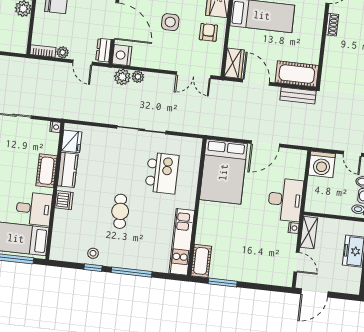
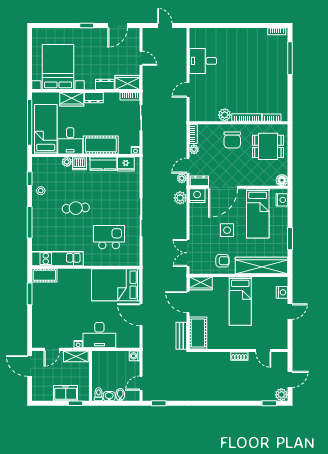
plant: (138, 77) -> (182, 178), moved
door: (256, 82) -> (188, 302), swing flipped
washing machine: (322, 164) -> (135, 356), width x0.53, depth x0.53
cot: (47, 171) -> (101, 145), width x1.37, depth x1.34
kitchen island: (162, 173) -> (109, 237), turned 180
plant: (60, 216) -> (67, 162), added
window: (93, 268) -> (30, 179), moved

